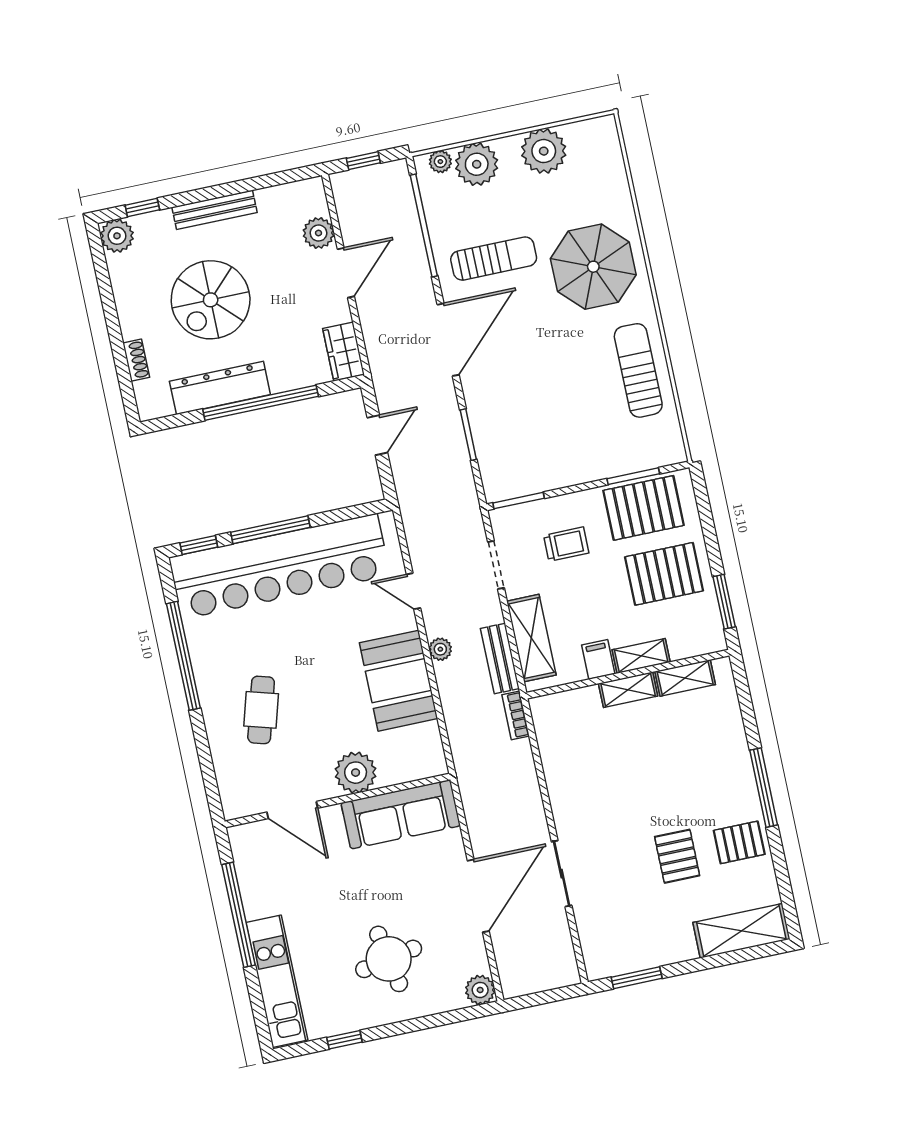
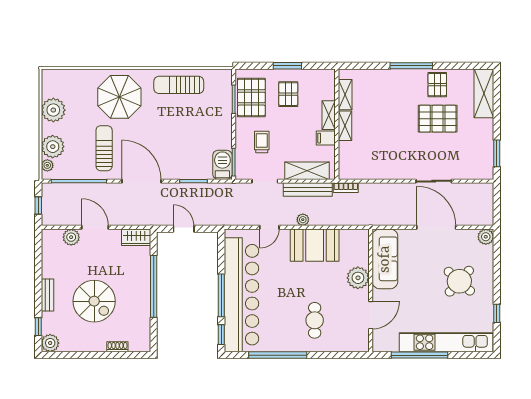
bench: (215, 210) -> (47, 295), width x0.73
dresser: (220, 388) -> (141, 306), removed
barbecue: (509, 481) -> (222, 165), added
pallet: (664, 574) -> (288, 94), width x0.67, depth x0.71
window: (724, 602) -> (287, 66), moved
bench: (500, 659) -> (308, 189), width x1.36
cafe table: (261, 710) -> (315, 320), turned 74
pallet: (677, 856) -> (438, 119), width x1.50, depth x1.42
round table: (389, 959) -> (459, 281), turned -37
kitchen unit: (277, 981) -> (446, 342), width x1.36

